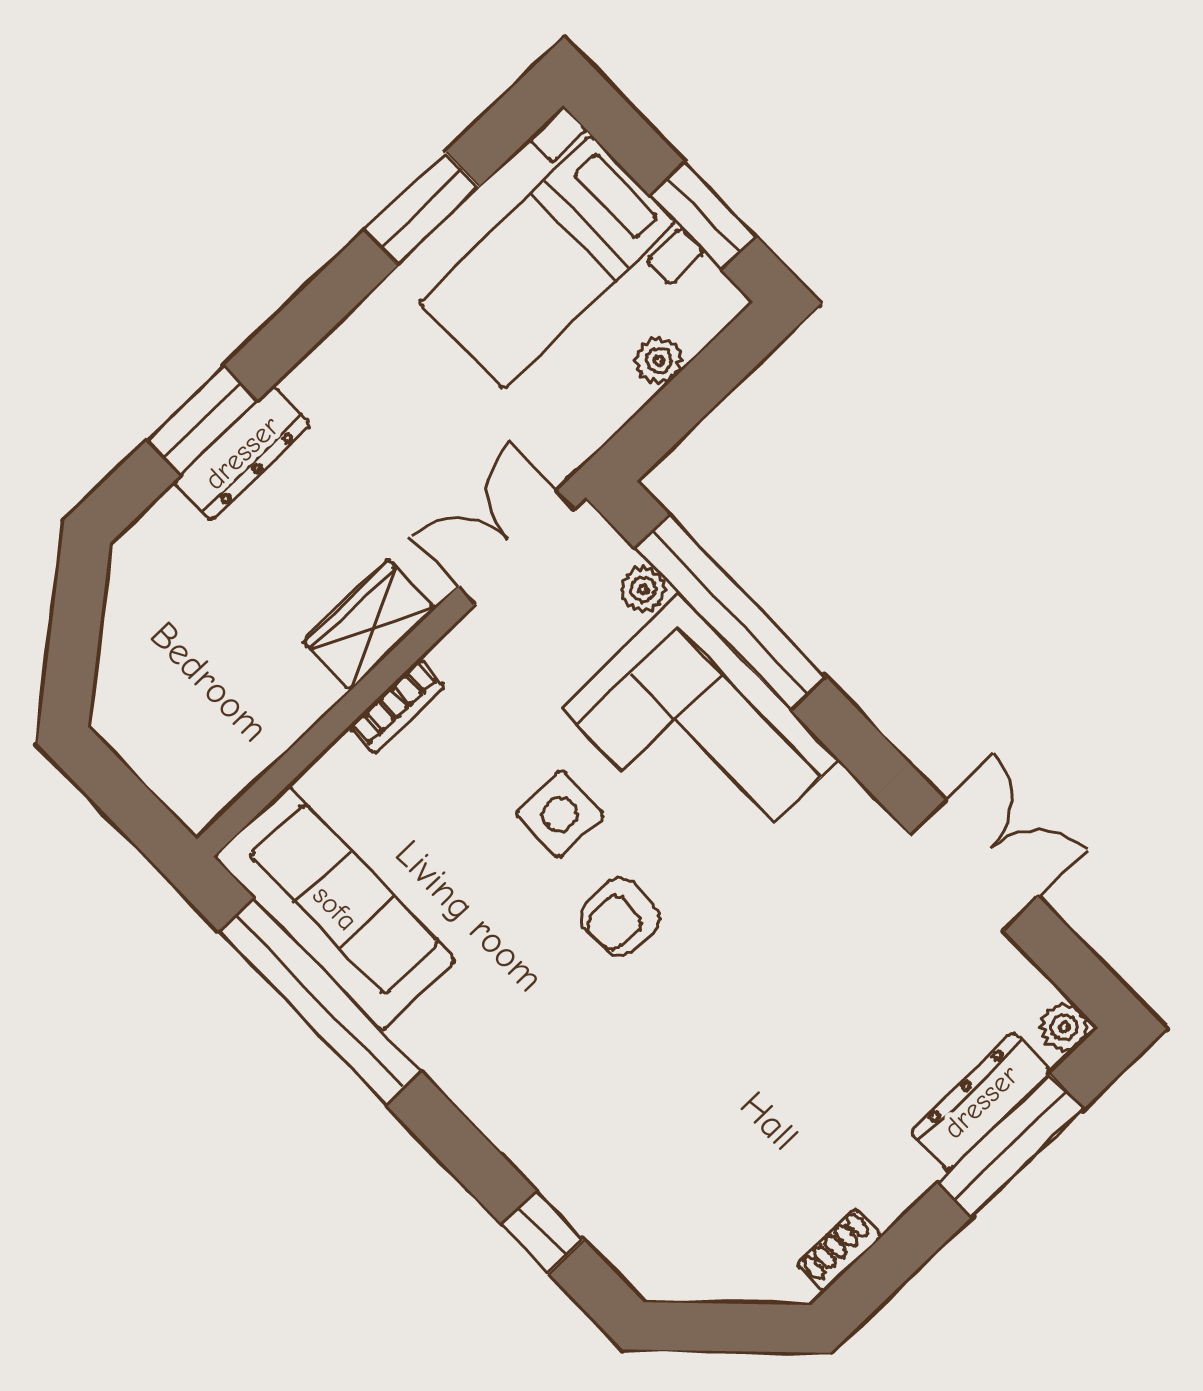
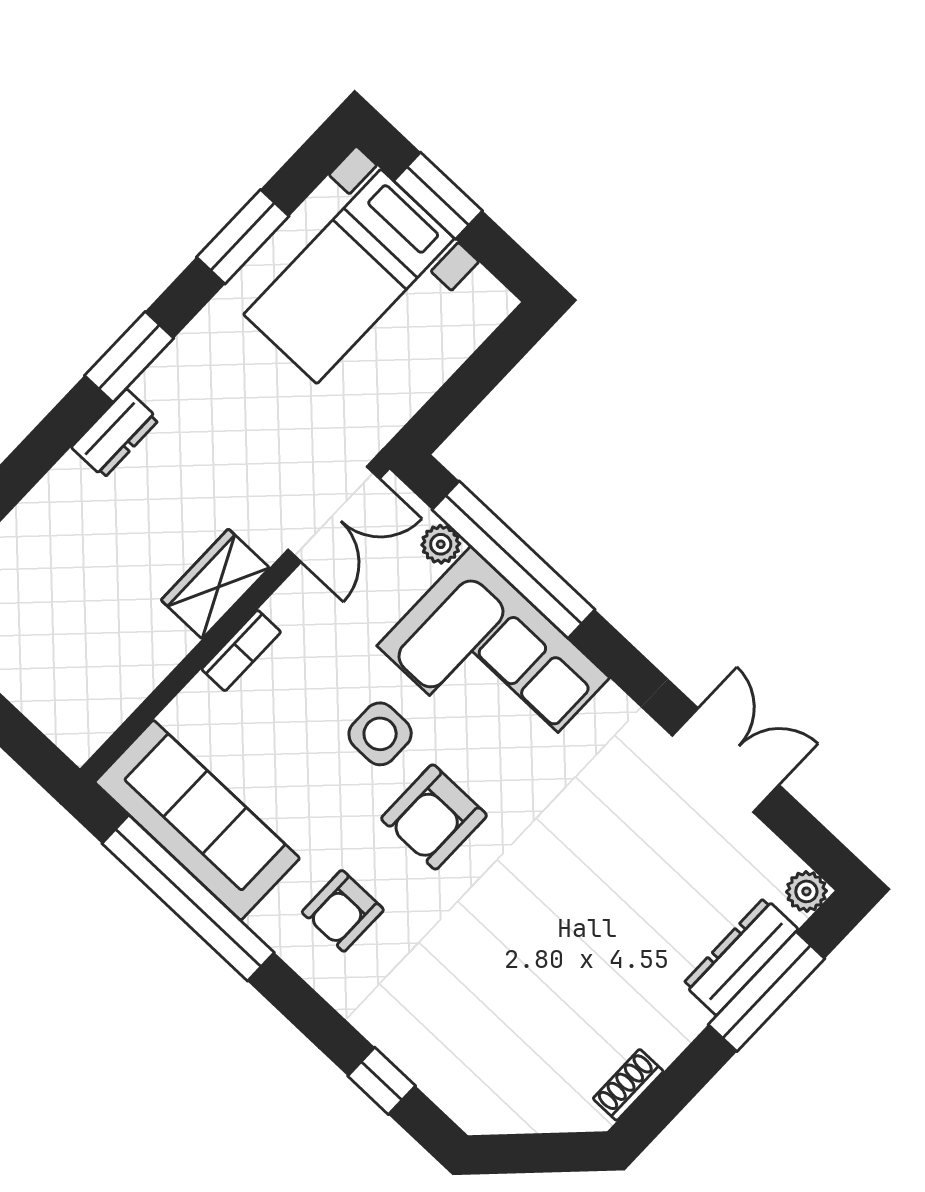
window: (703, 216) -> (438, 196), moved
plant: (659, 360) -> (445, 354), removed
window: (202, 420) -> (129, 357), moved
dresser: (242, 453) -> (115, 433), width x0.70
double door: (516, 548) -> (334, 514), swing flipped
armchair: (620, 917) -> (434, 817), width x1.38, depth x1.38
armchair: (505, 1025) -> (343, 911), added

